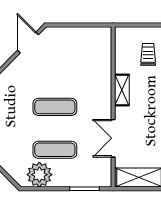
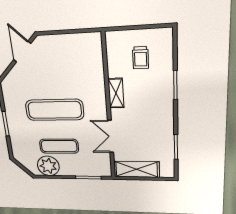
trolley: (148, 54) -> (141, 58), turned 180
exercise mat: (55, 107) -> (55, 110), width x1.36, depth x1.45

